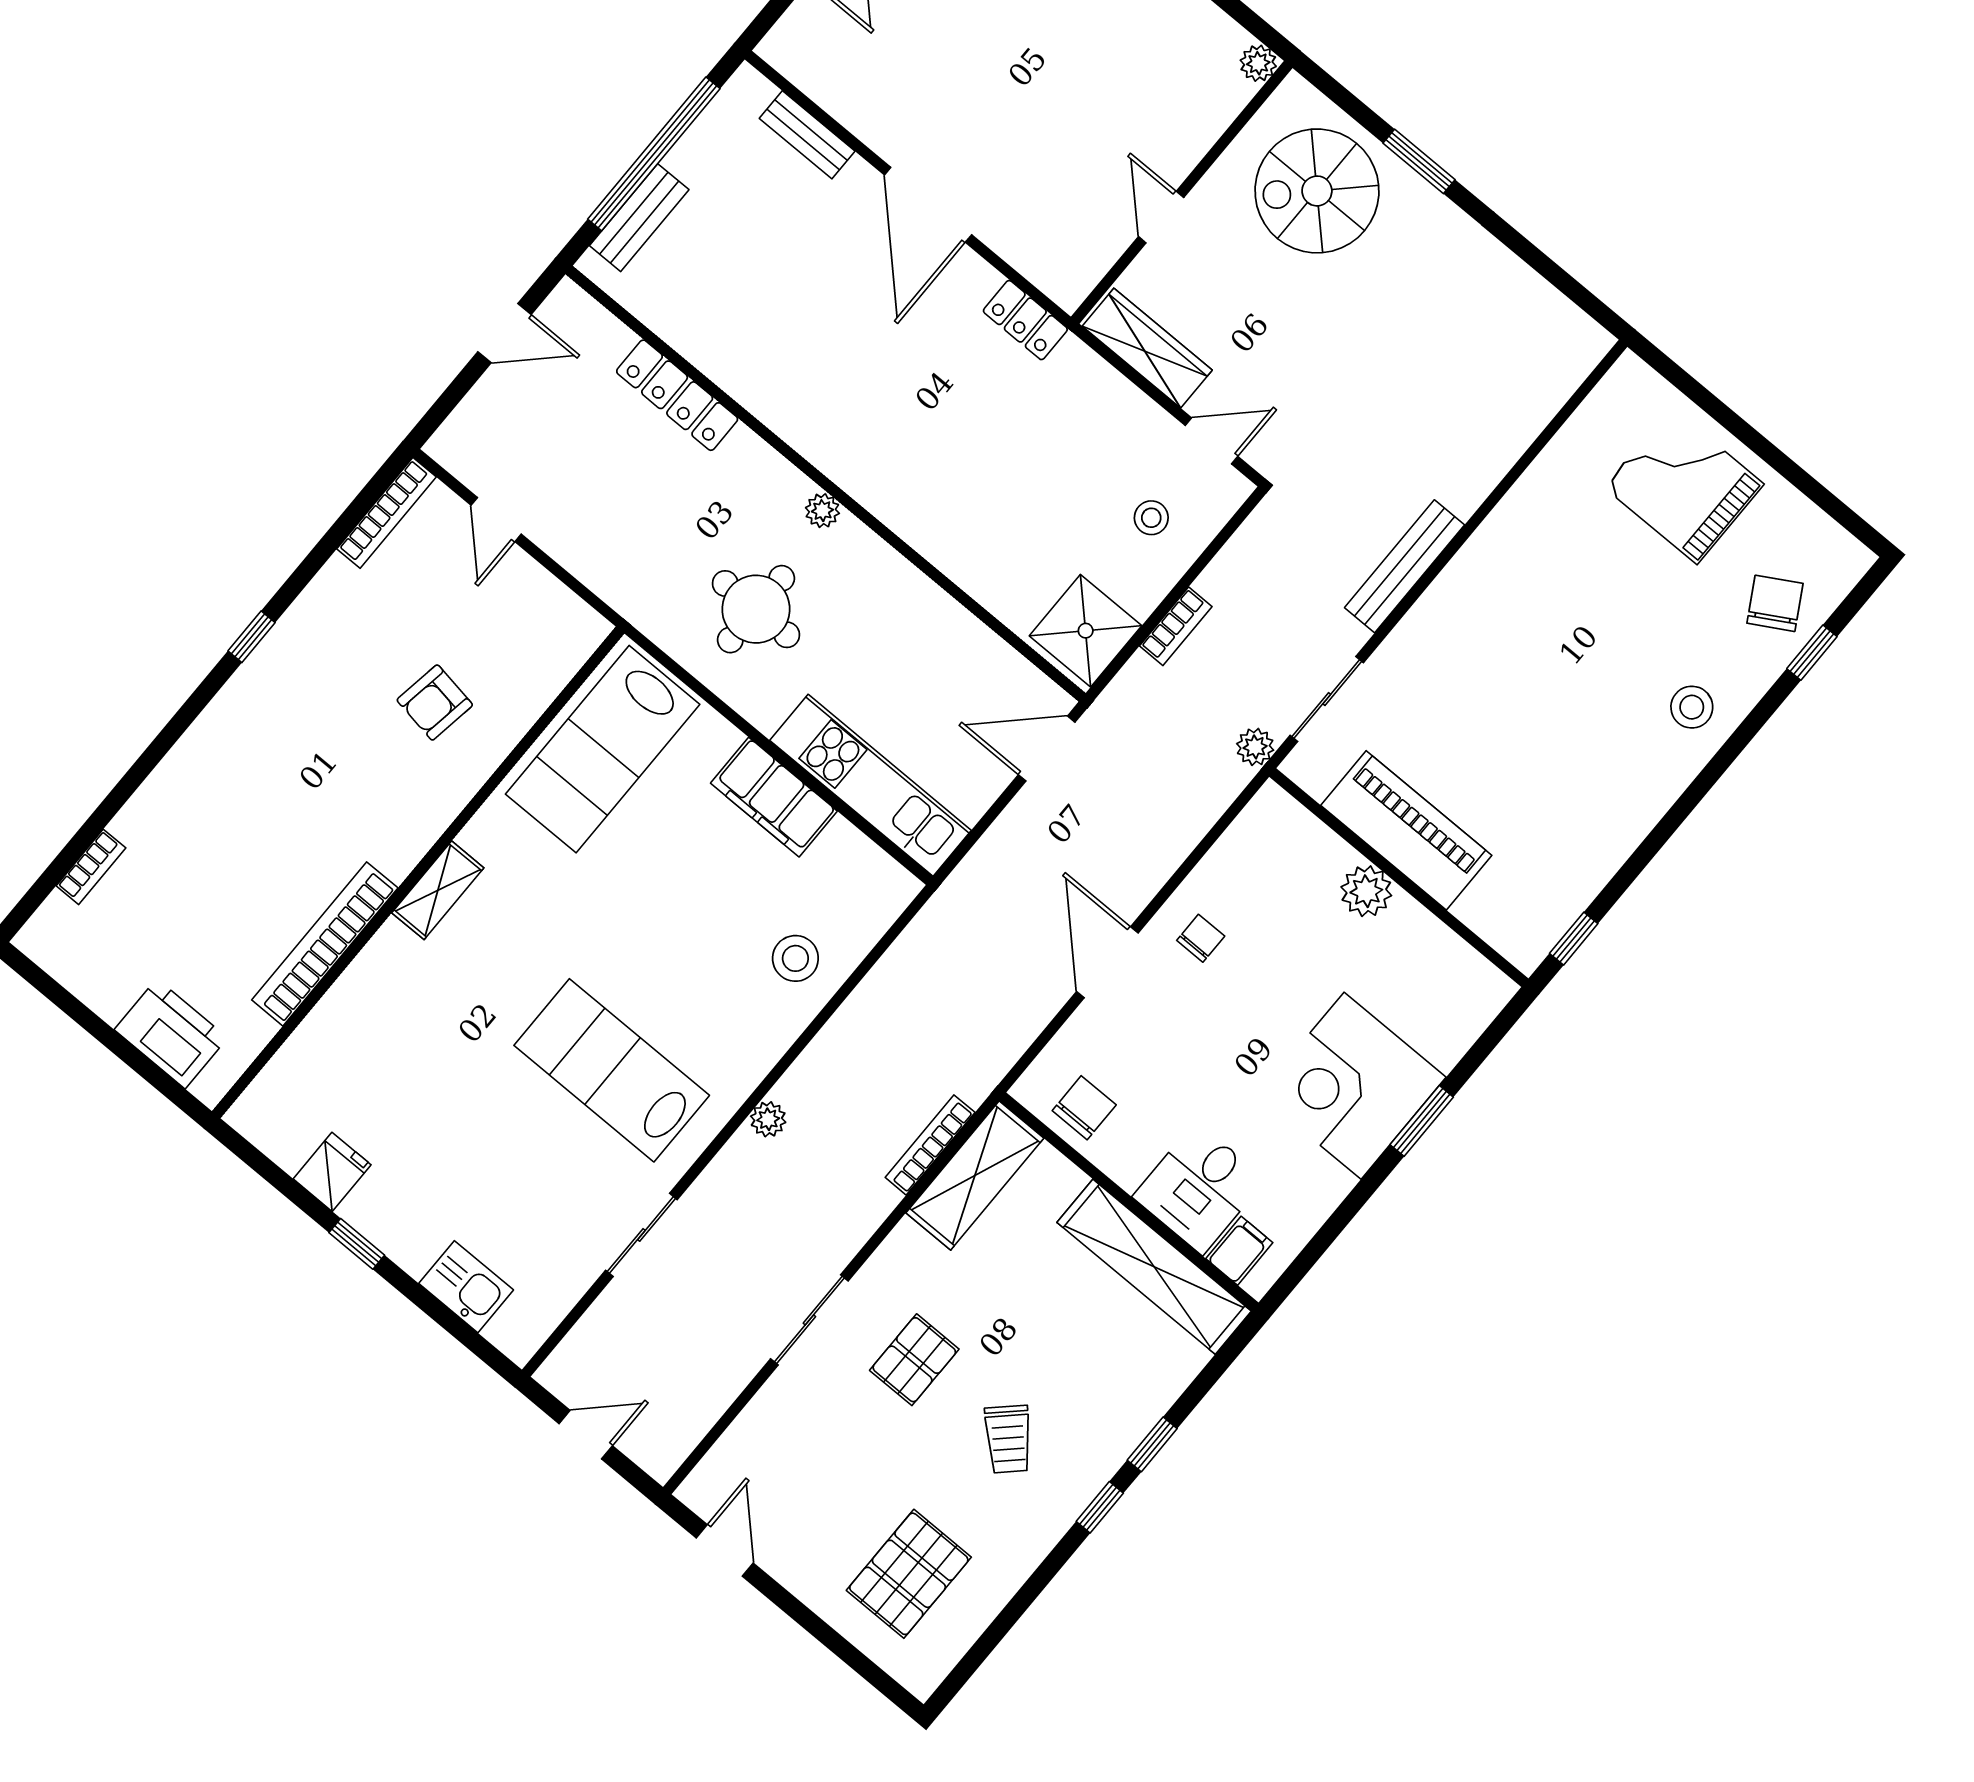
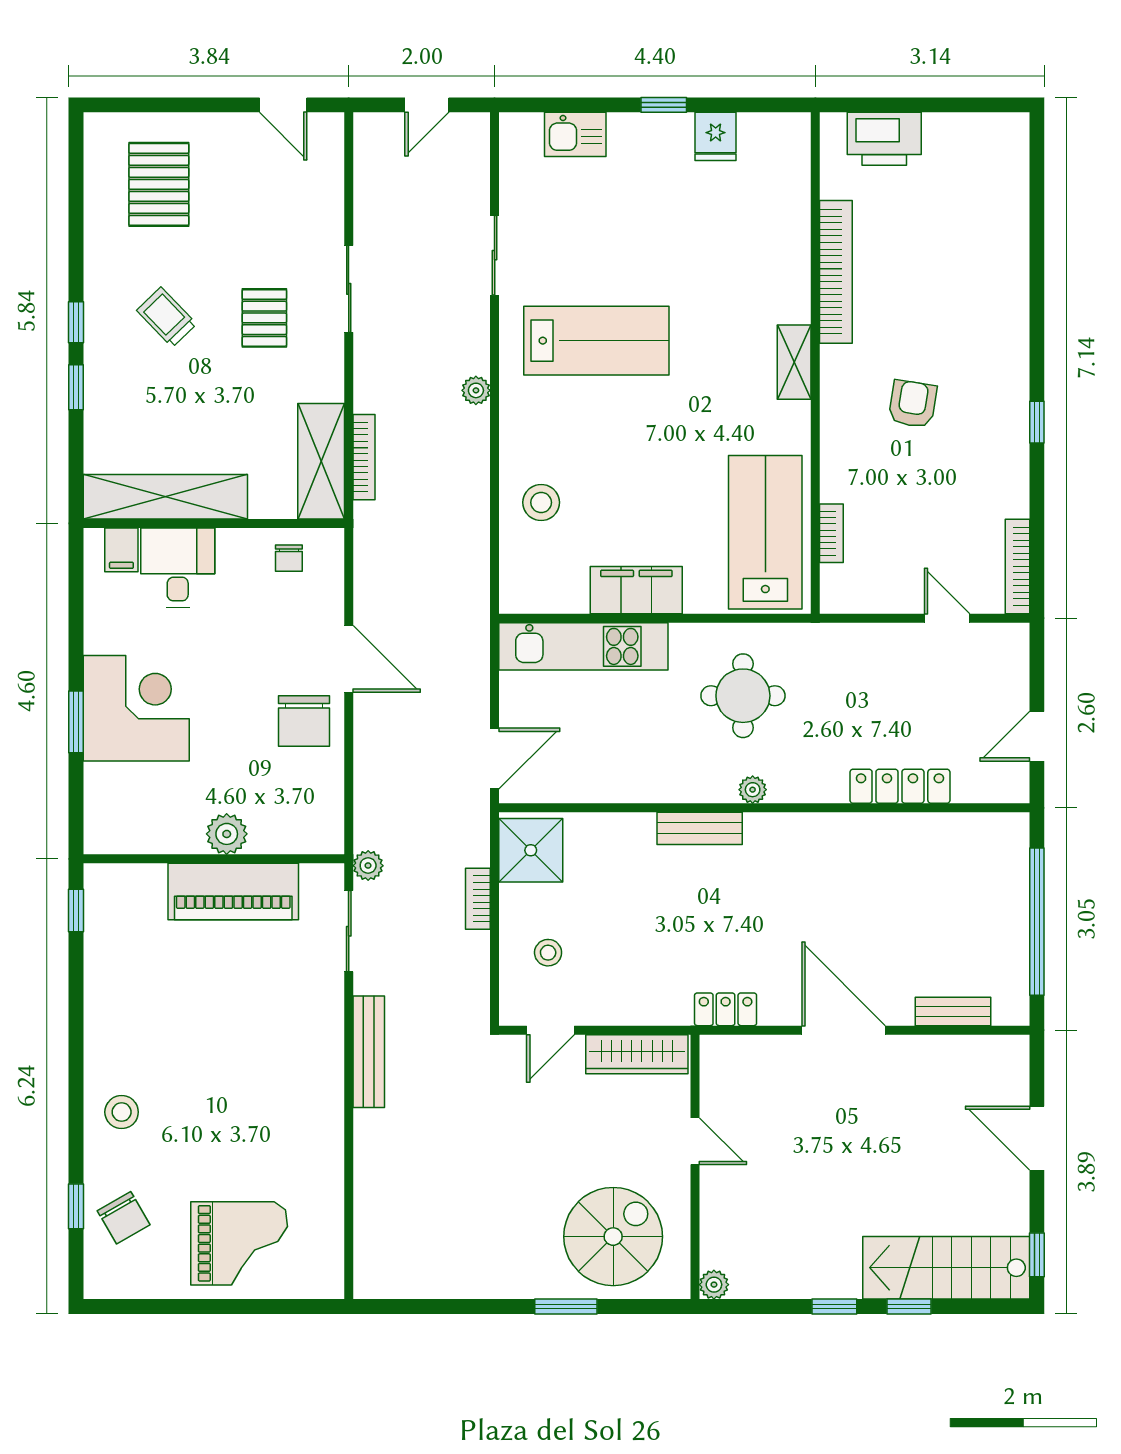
bench: (639, 218) -> (700, 828), moved, turned 90
armchair: (435, 702) -> (913, 404), moved
bookcase: (91, 867) -> (831, 533), moved, turned 180
chair: (1201, 938) -> (304, 721), width x1.87, depth x1.87
chair: (1084, 1108) -> (289, 558), width x0.73, depth x0.73

